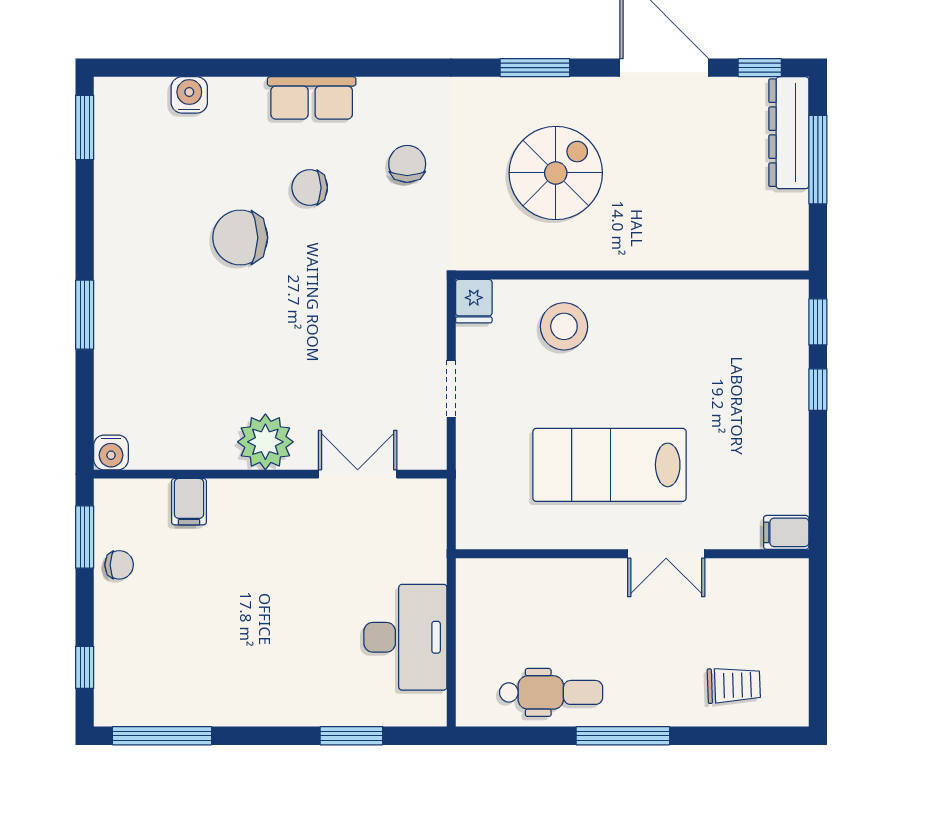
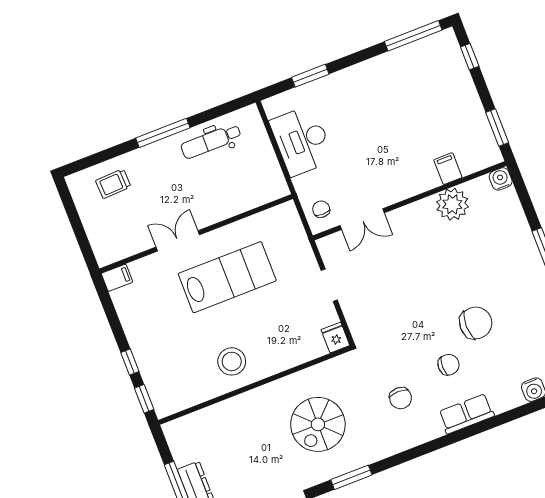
stool: (564, 326) -> (232, 361), moved
plant: (265, 442) -> (452, 204), moved
chair: (119, 565) -> (321, 209), moved, turned 90

